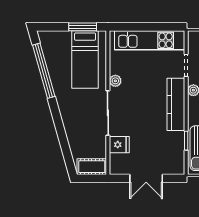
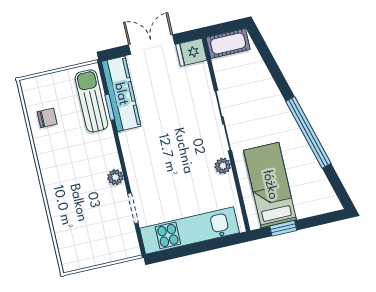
window: (83, 27) -> (283, 228), width x0.67
window: (44, 71) -> (308, 132), moved
kitchen counter: (176, 104) -> (121, 94), moved
fridge: (119, 145) -> (191, 52), moved

